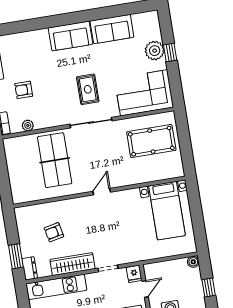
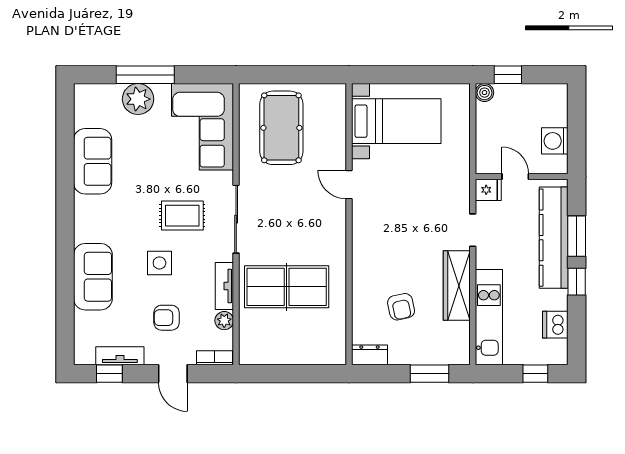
sofa: (71, 36) -> (93, 277), moved
window: (170, 53) -> (145, 75), width x2.17
side table: (56, 80) -> (159, 263), added
armchair: (24, 90) -> (167, 318), turned 90
tv unit: (49, 122) -> (224, 286), added
door: (102, 192) -> (349, 185), moved
dresser: (30, 268) -> (369, 355), moved
window: (209, 288) -> (508, 75), moved

